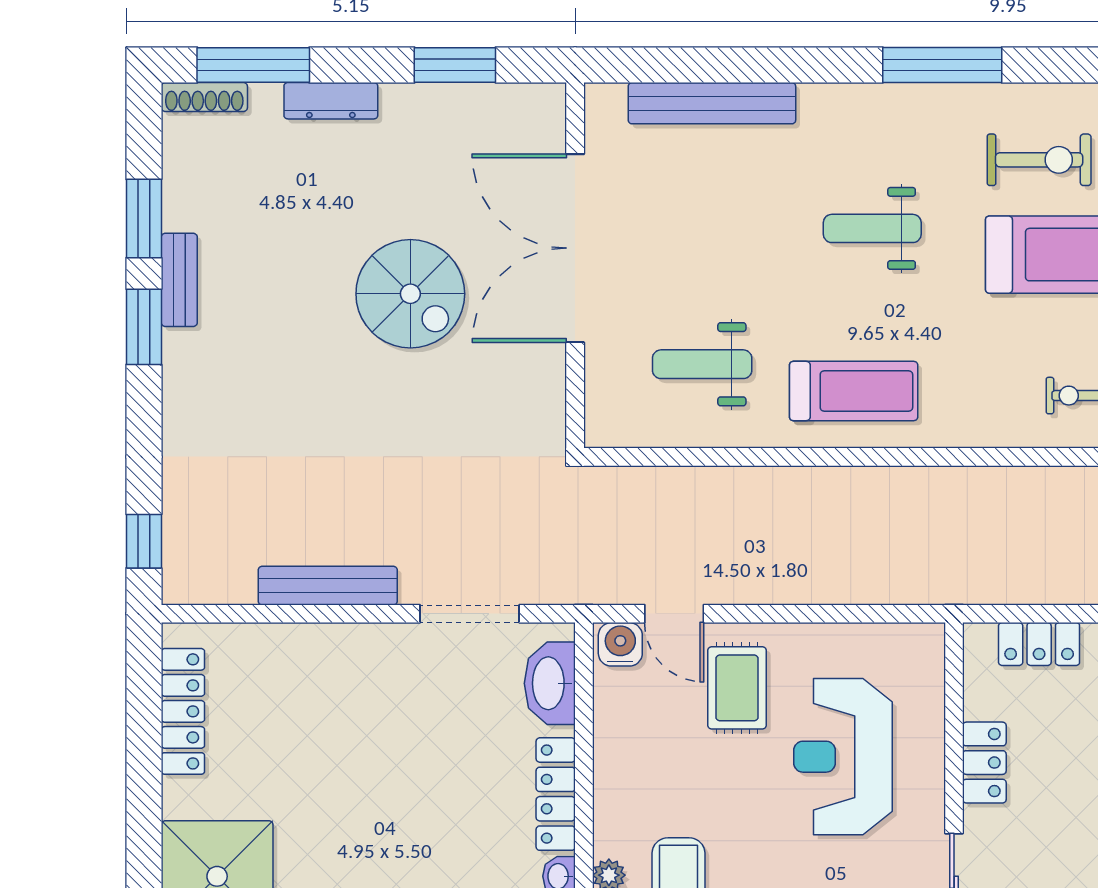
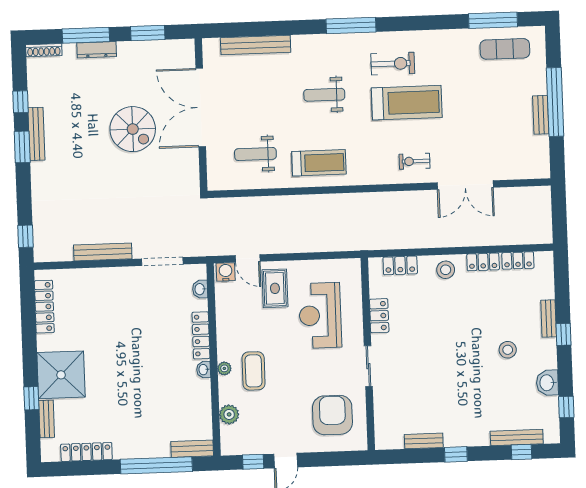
window: (253, 65) -> (86, 35), moved
window: (144, 218) -> (21, 102), width x0.67
bench: (179, 280) -> (36, 134), width x1.36
washbasin: (550, 683) -> (200, 289), width x0.52, depth x0.69

